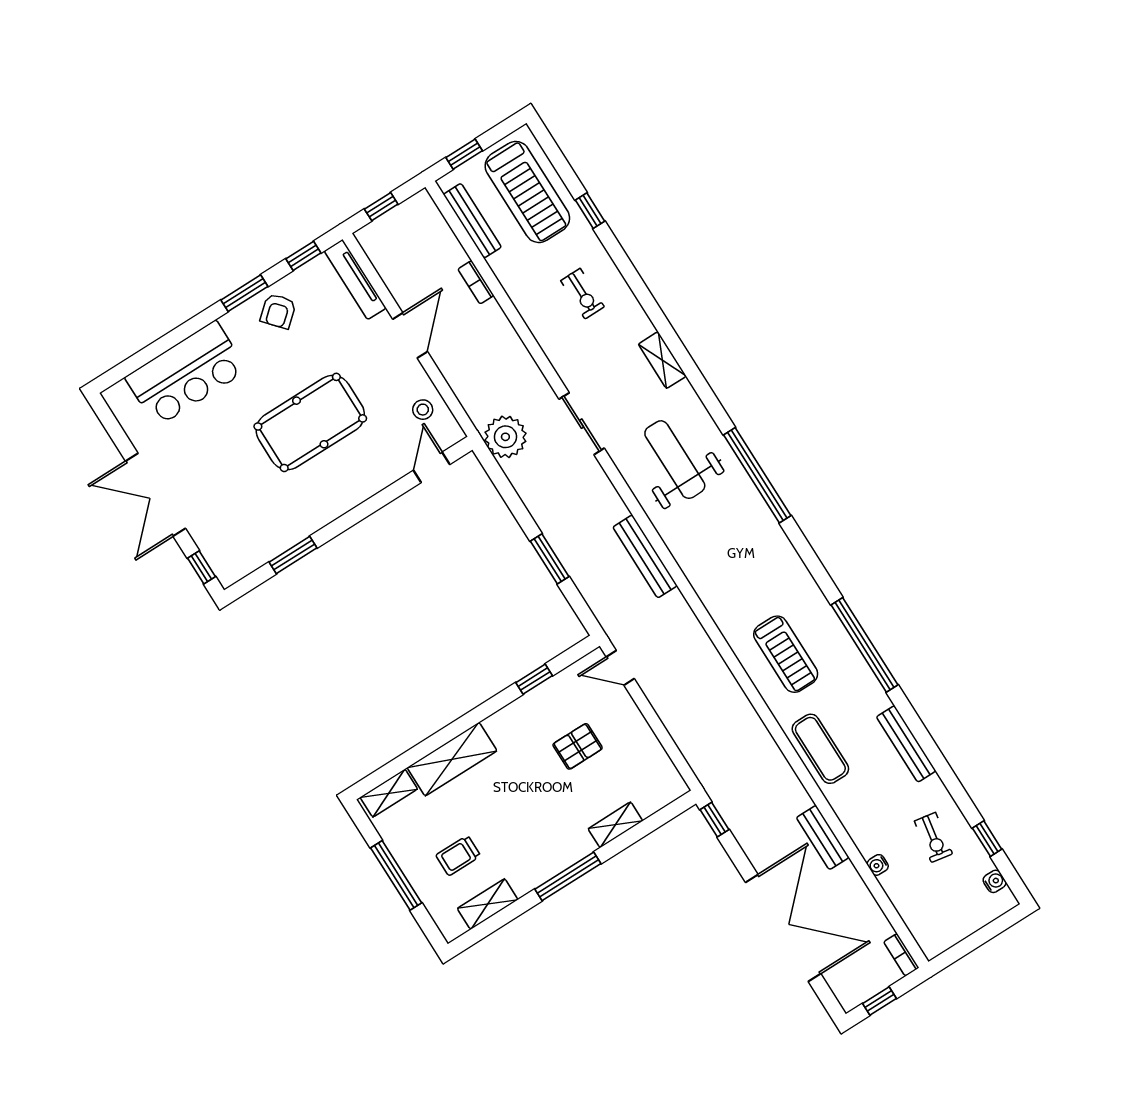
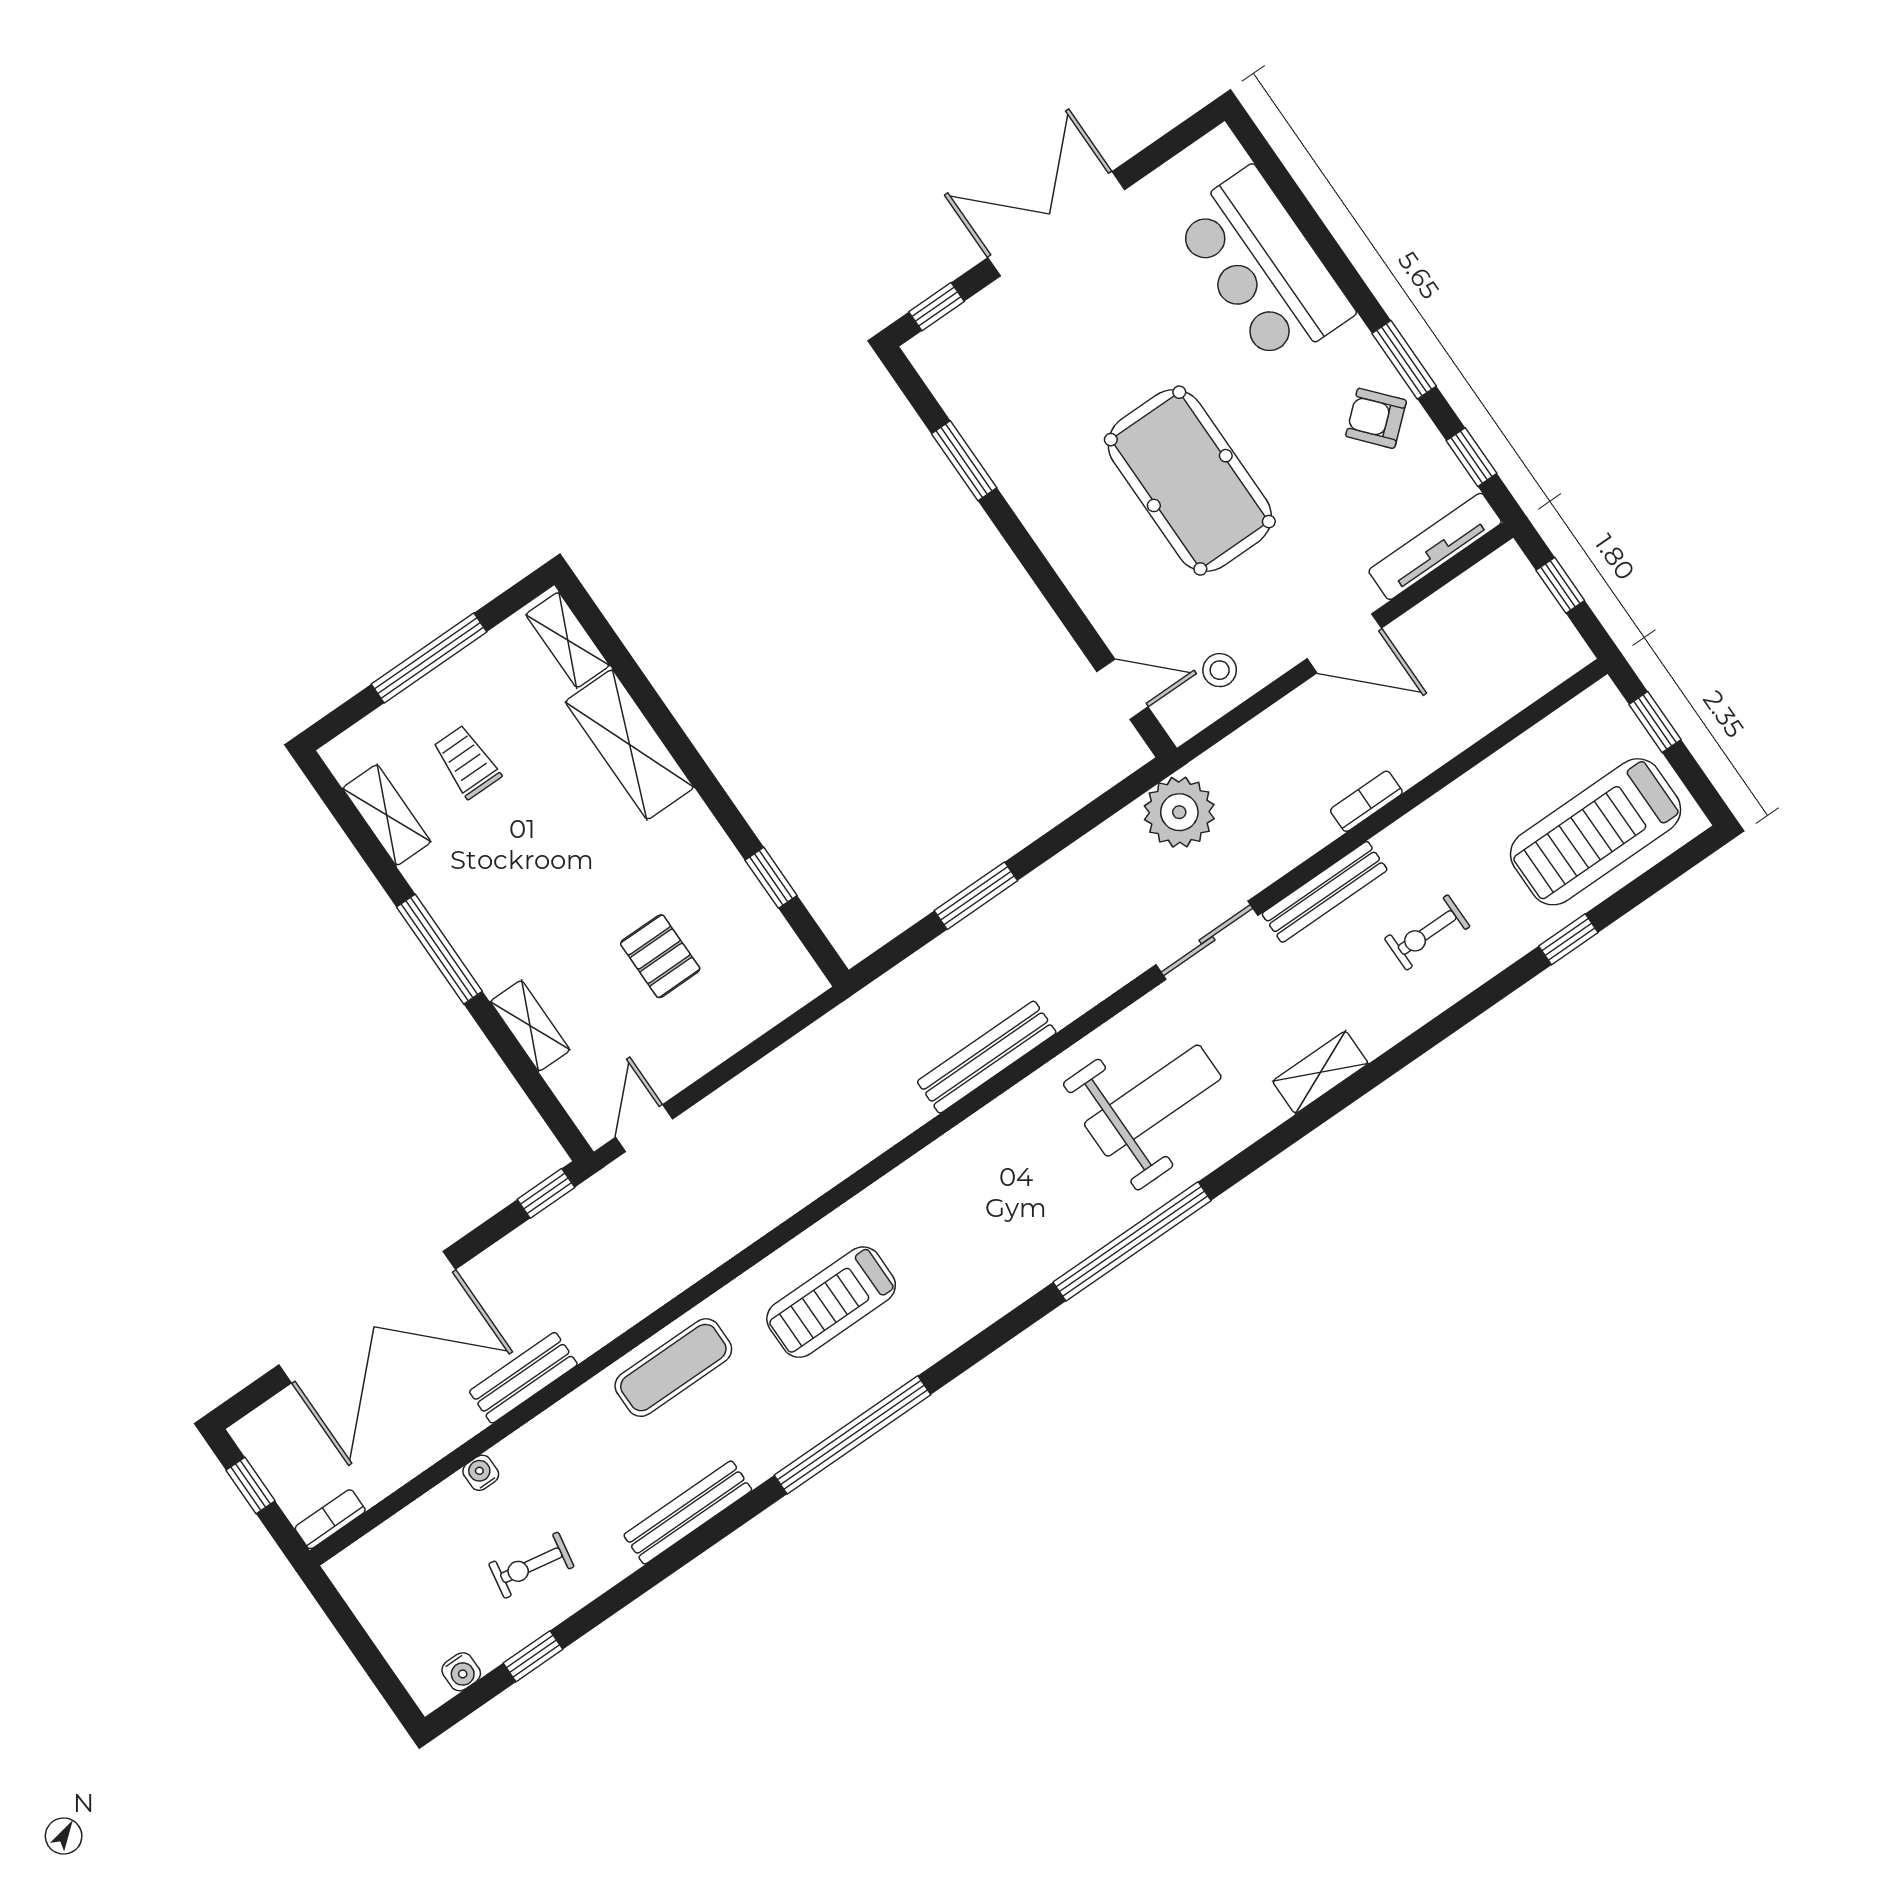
bench: (472, 221) -> (1325, 892), moved
bookcase: (476, 282) -> (1366, 801), moved
door: (620, 668) -> (644, 1128), moved

